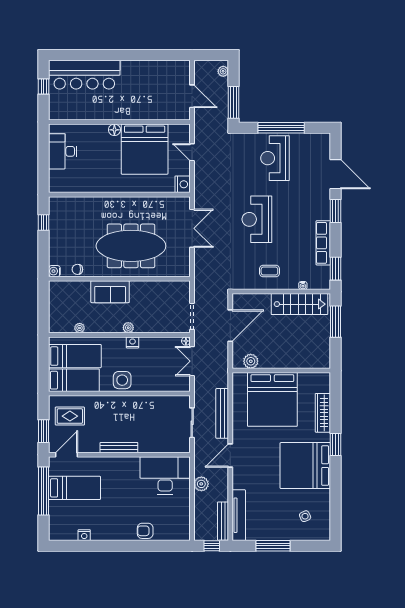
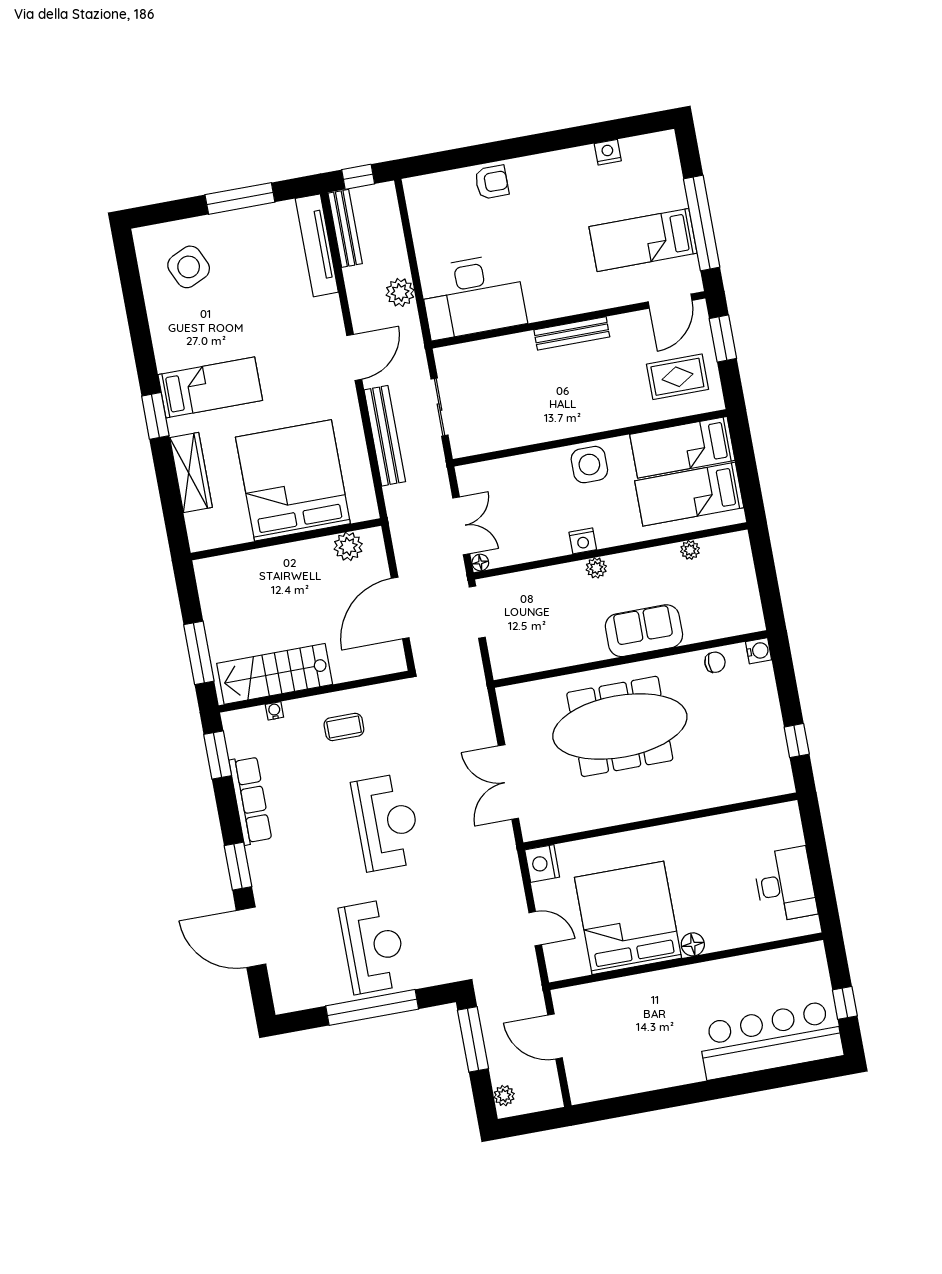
bed: (305, 466) -> (210, 387), width x0.49
side table: (305, 516) -> (189, 267), width x1.87, depth x1.87

